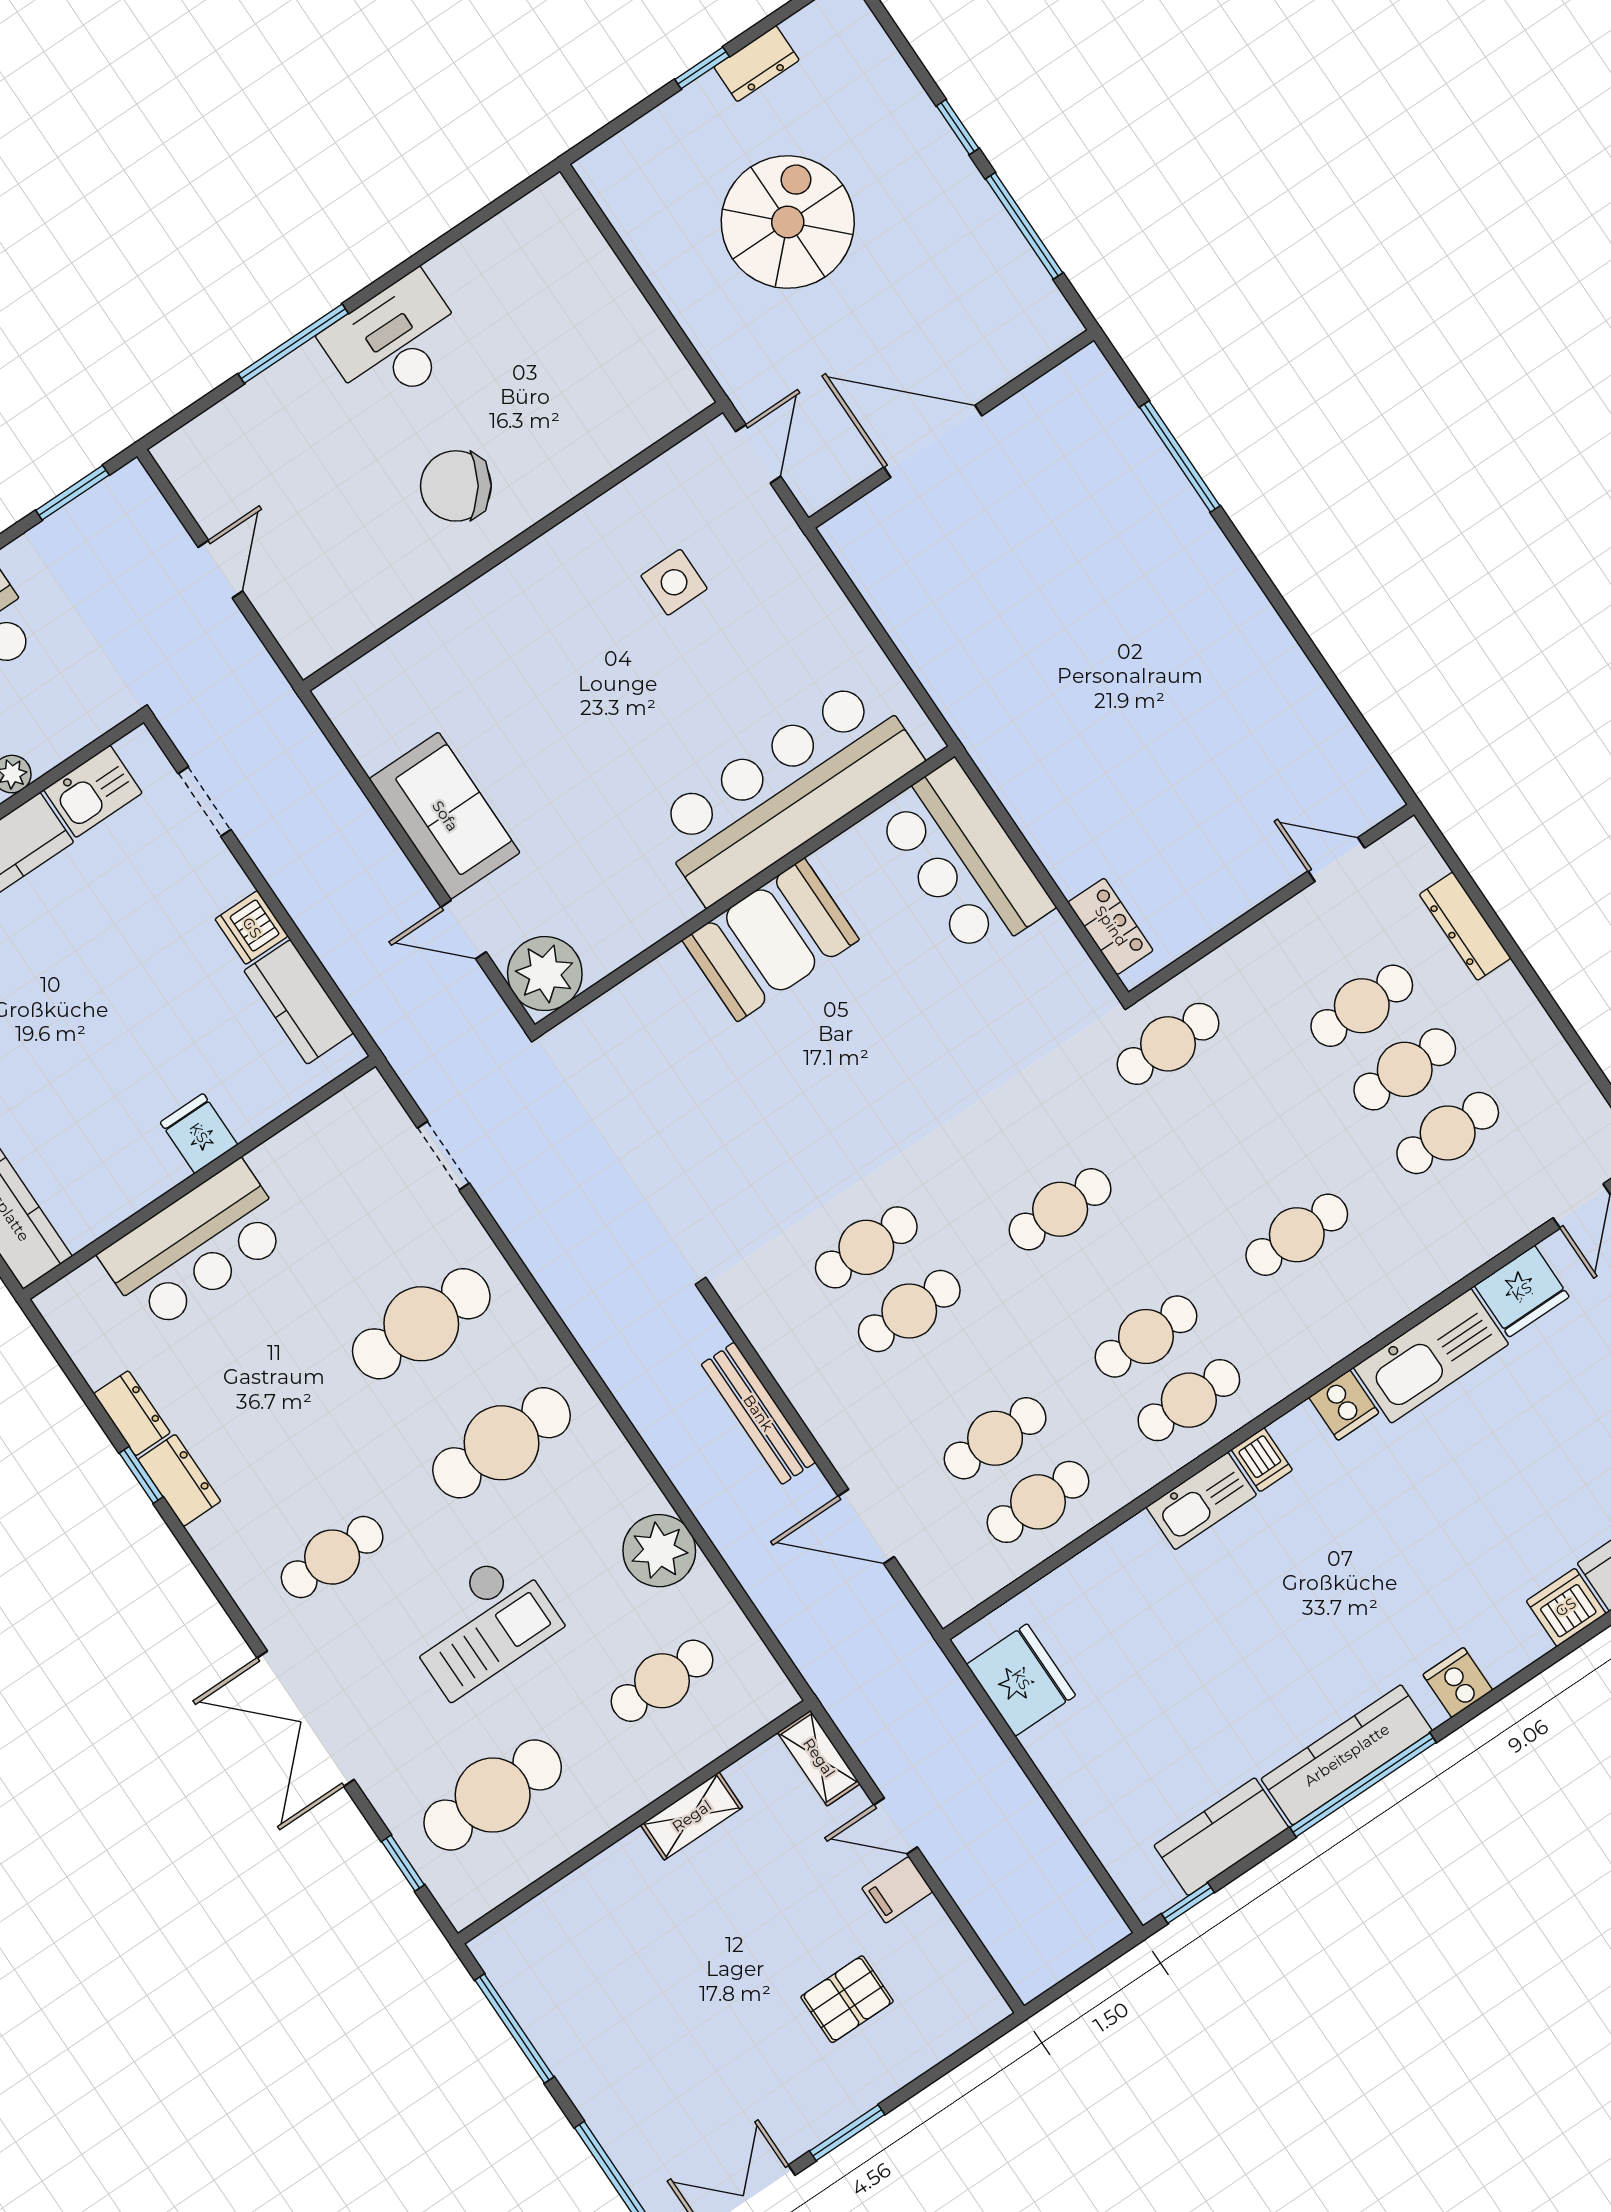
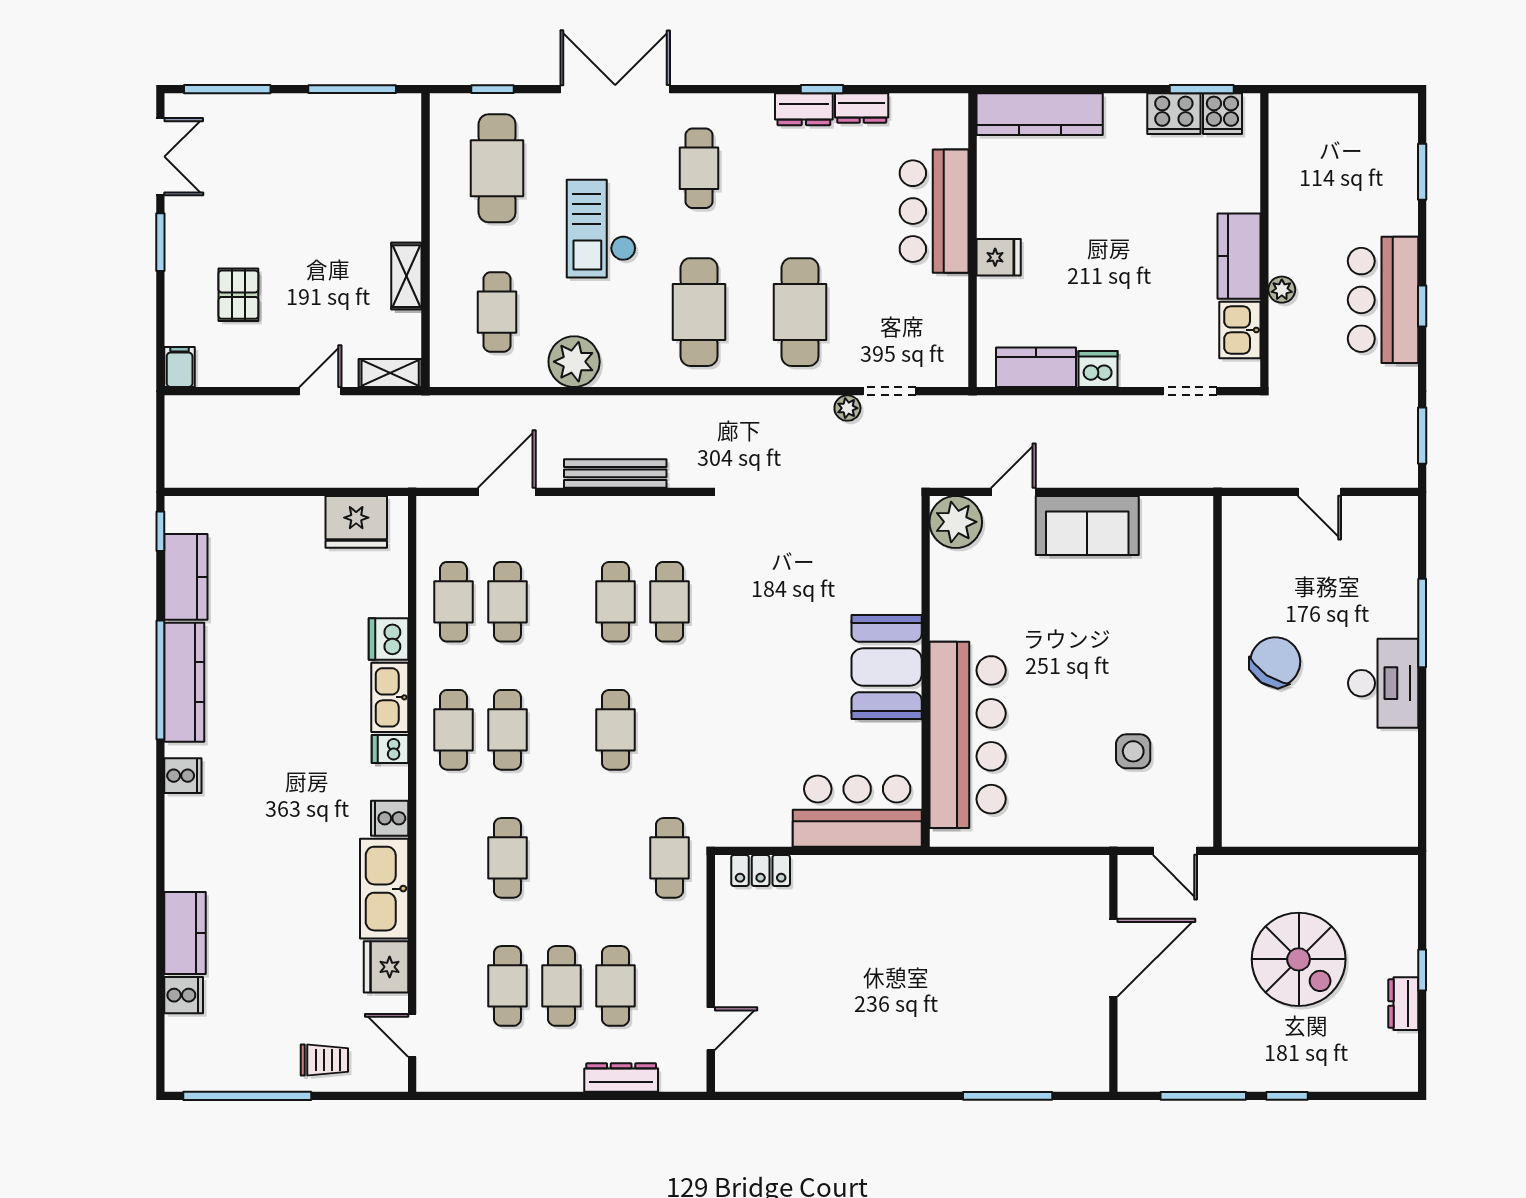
plant: (497, 1192) -> (847, 408), added
dishwasher: (1566, 1607) -> (388, 639), moved, turned 180
filing cabinet: (897, 1890) -> (180, 367), moved

